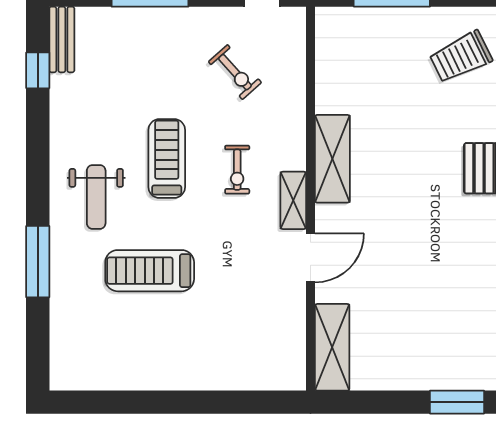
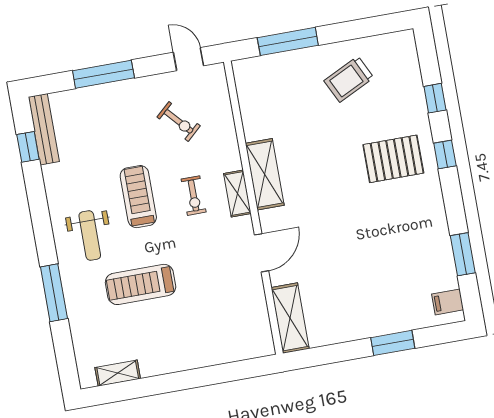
bench: (62, 39) -> (44, 129), width x1.36
shelving: (293, 200) -> (237, 194), moved
shelving: (101, 378) -> (118, 373), added

